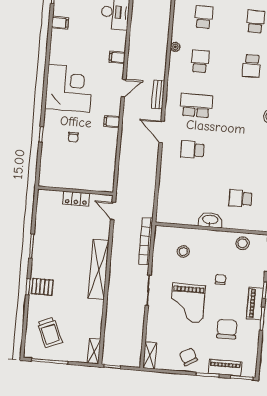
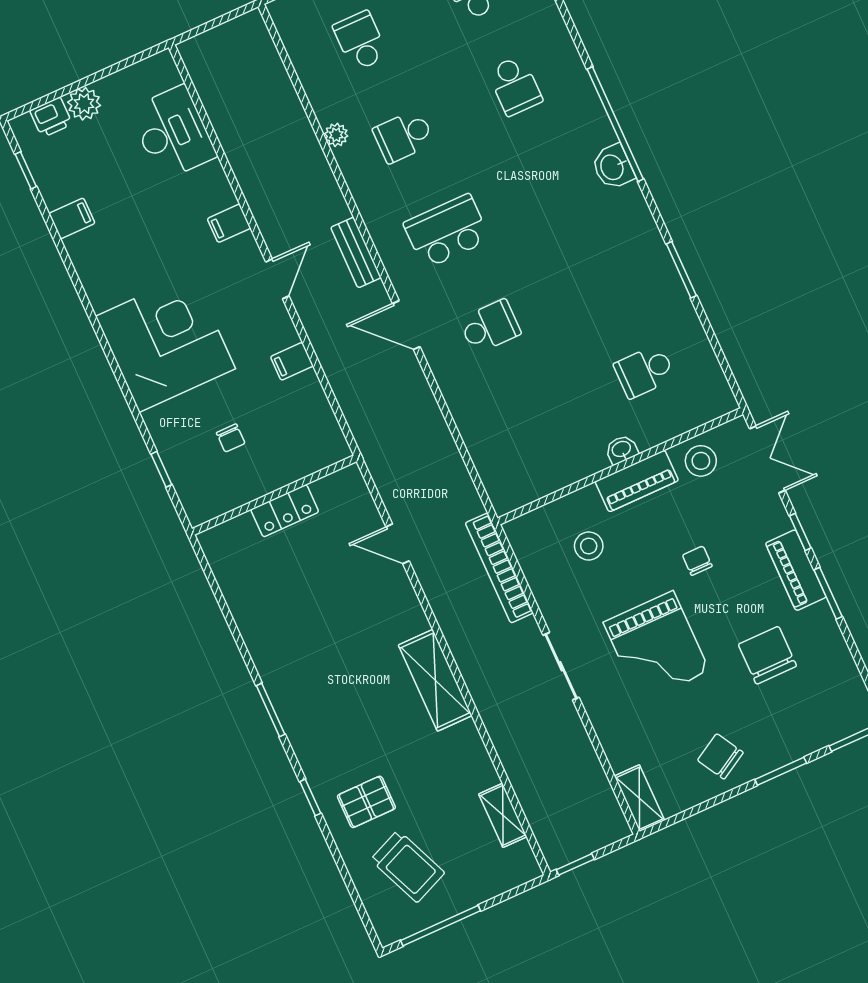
school desk: (200, 61) -> (404, 136), turned -90
school desk: (192, 150) -> (490, 327), turned 180
wall: (76, 191) -> (274, 495), moved
locker: (76, 199) -> (285, 511), moved
washbasin: (210, 220) -> (622, 450), width x0.52, depth x0.69
shelving: (99, 269) -> (435, 680), width x0.68
pallet: (42, 287) -> (366, 802), moved
shelving: (94, 351) -> (503, 815), moved
piano: (225, 368) -> (637, 481), moved, turned 180

